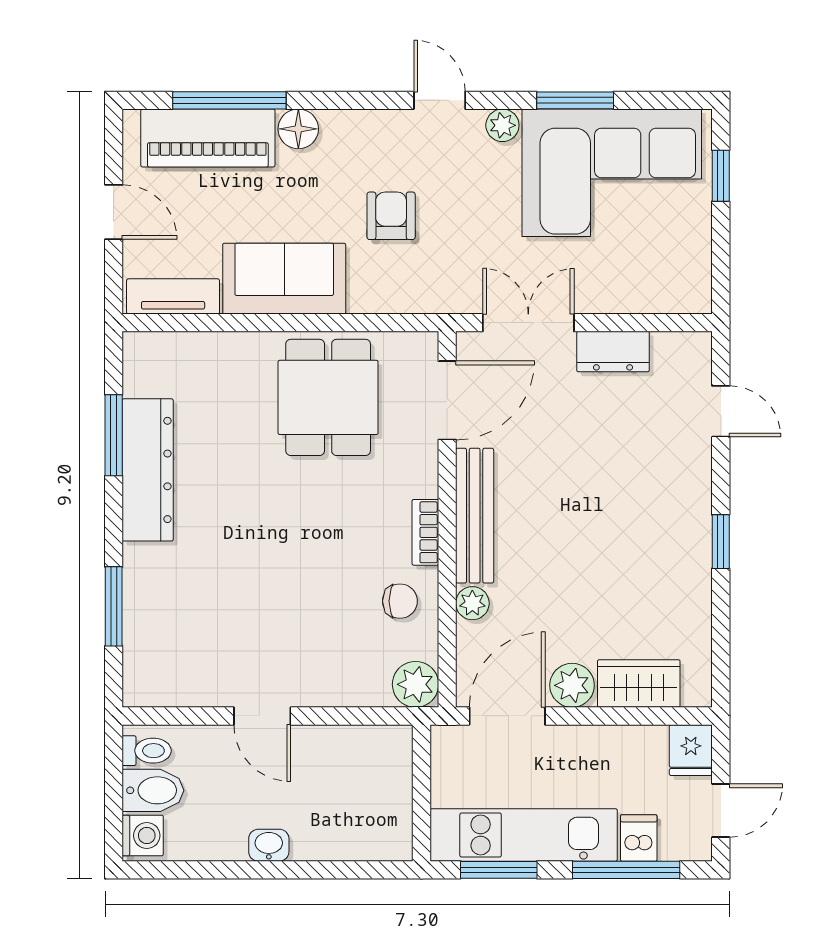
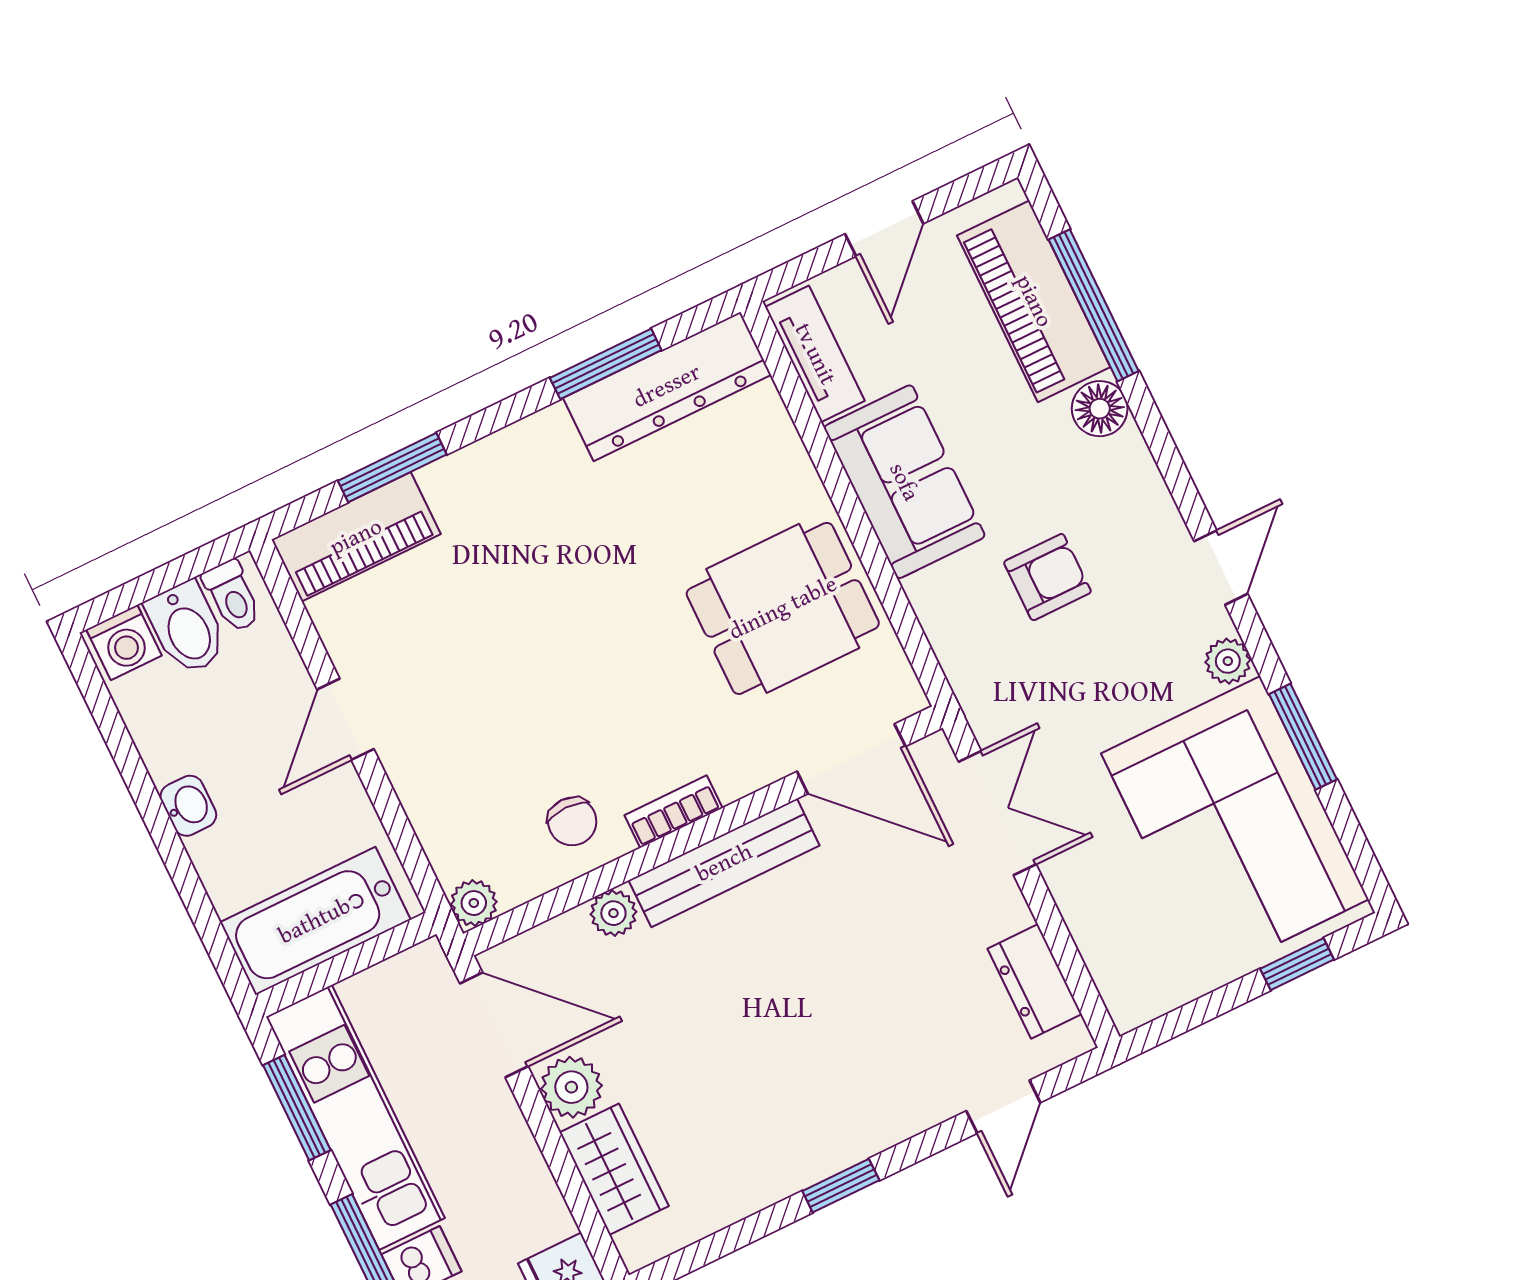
dresser: (613, 352) -> (1035, 981), moved
dresser: (148, 470) -> (667, 386), moved
piano: (147, 652) -> (356, 537), added
plant: (416, 684) -> (474, 903), width x0.73, depth x0.73
bathtub: (384, 799) -> (315, 921), added

